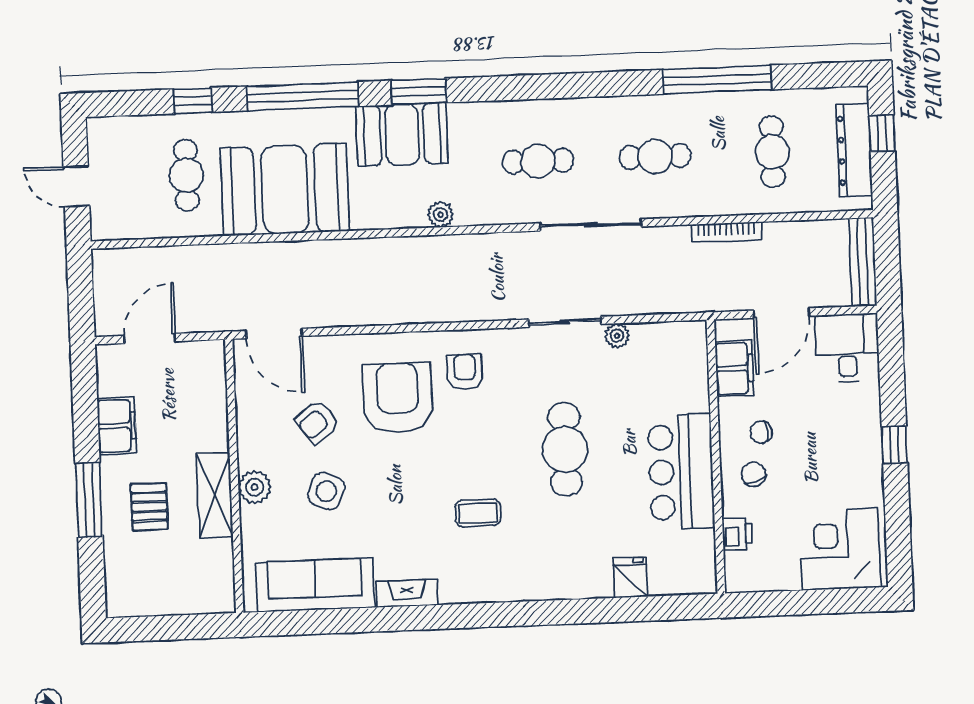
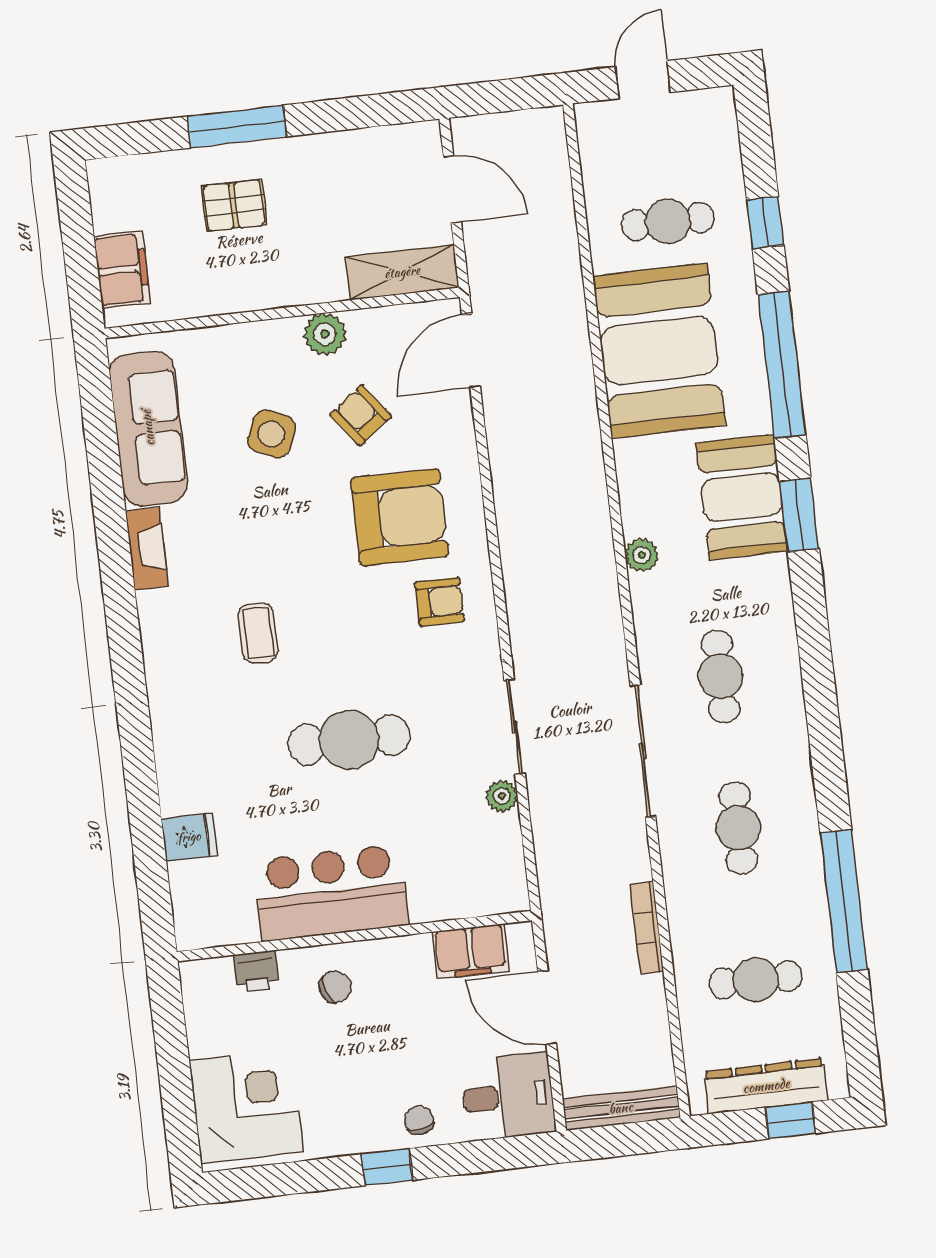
filing cabinet: (117, 426) -> (122, 270), moved, turned -90
chair: (761, 432) -> (419, 1121), moved
plant: (255, 487) -> (325, 334), moved
shelving: (215, 495) -> (402, 272), moved

